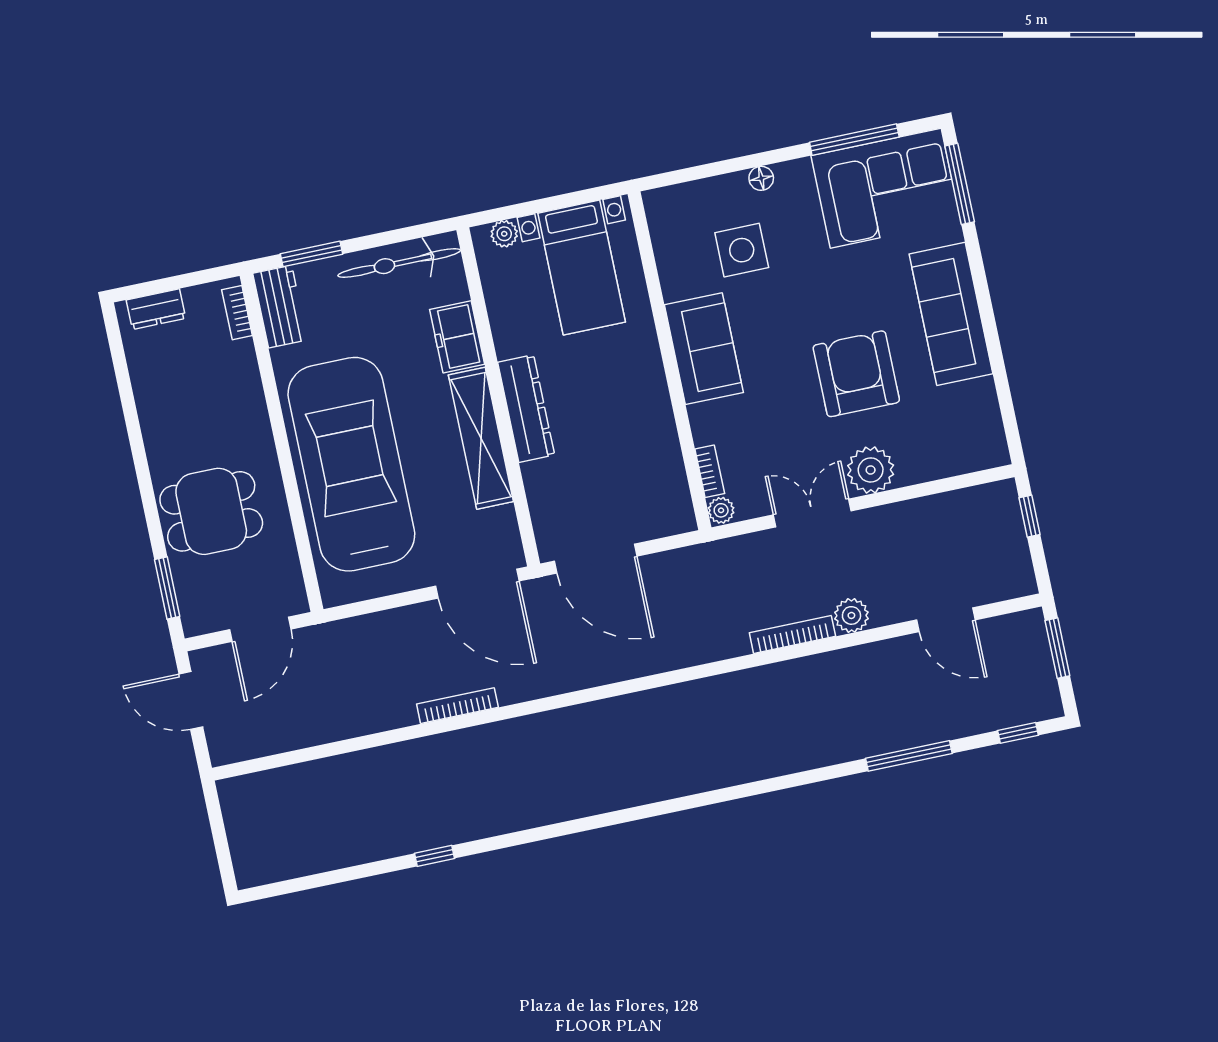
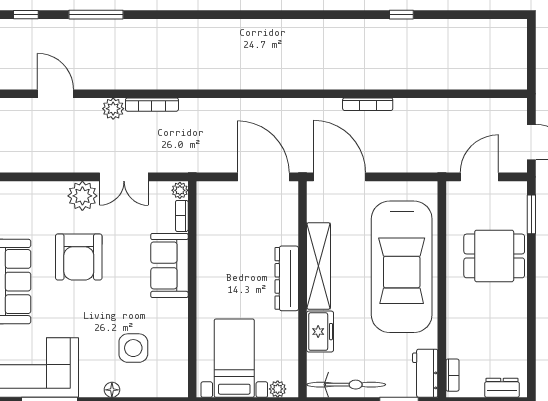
sofa: (704, 349) -> (169, 265), moved

